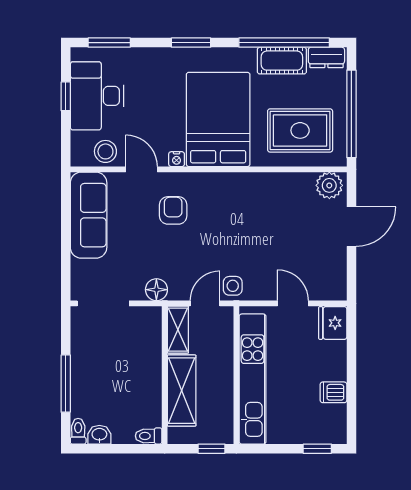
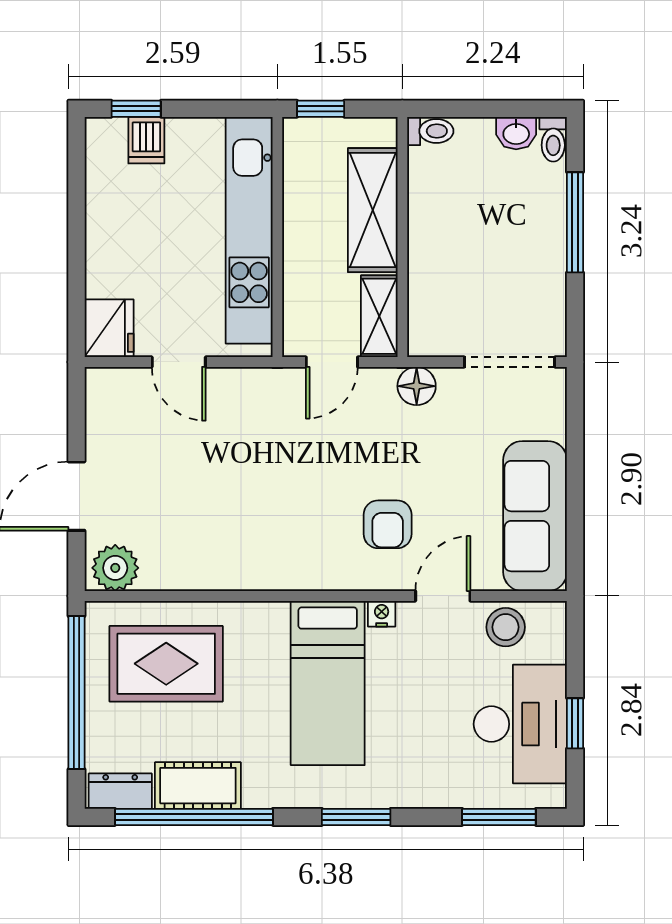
bed: (218, 119) -> (328, 683), width x0.67
door: (141, 169) -> (443, 596), swing flipped
side table: (233, 286) -> (284, 393), removed
dishwasher: (333, 392) -> (146, 140), moved, turned 90

